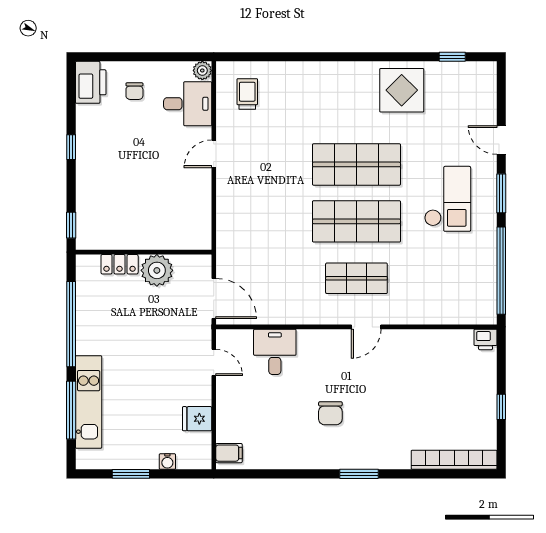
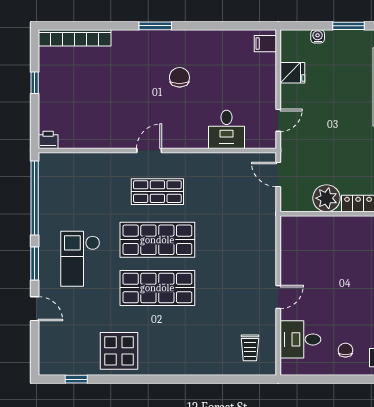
plant: (202, 71) -> (288, 368), removed
door: (214, 298) -> (278, 175), width x0.73
door: (214, 362) -> (278, 120), swing flipped

